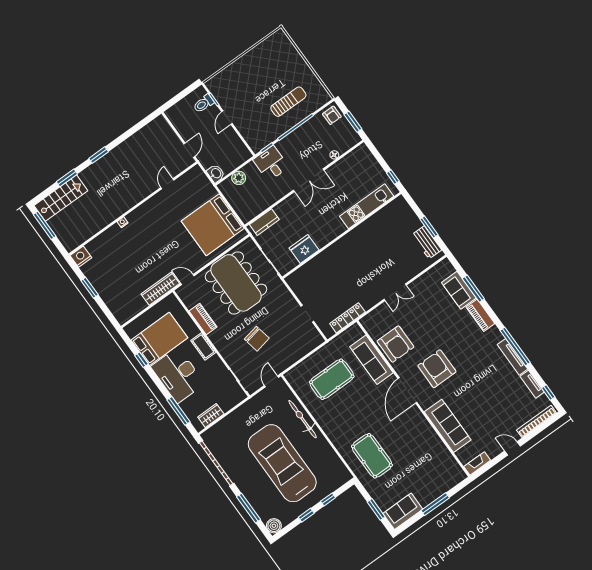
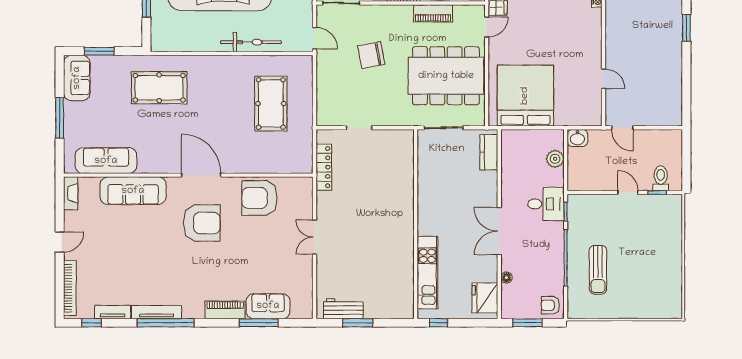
fridge: (304, 249) -> (485, 298), moved, turned 180
sofa: (372, 360) -> (106, 161), moved

